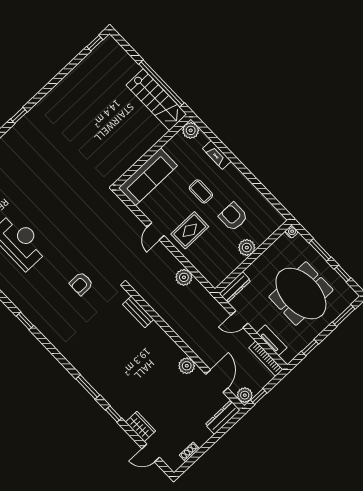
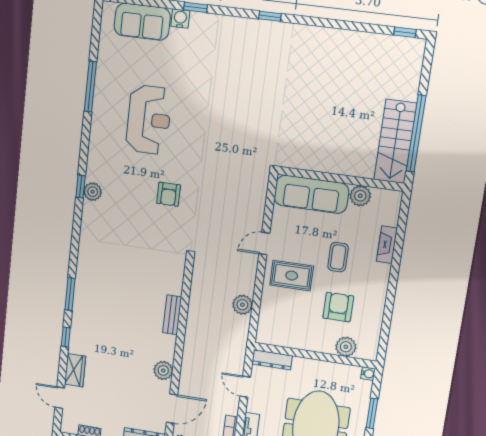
plant: (191, 130) -> (360, 196), moved
plant: (247, 248) -> (346, 347), moved
armchair: (81, 284) -> (169, 194), moved, turned -90
bench: (138, 312) -> (172, 315), moved
plant: (34, 316) -> (93, 192), added

